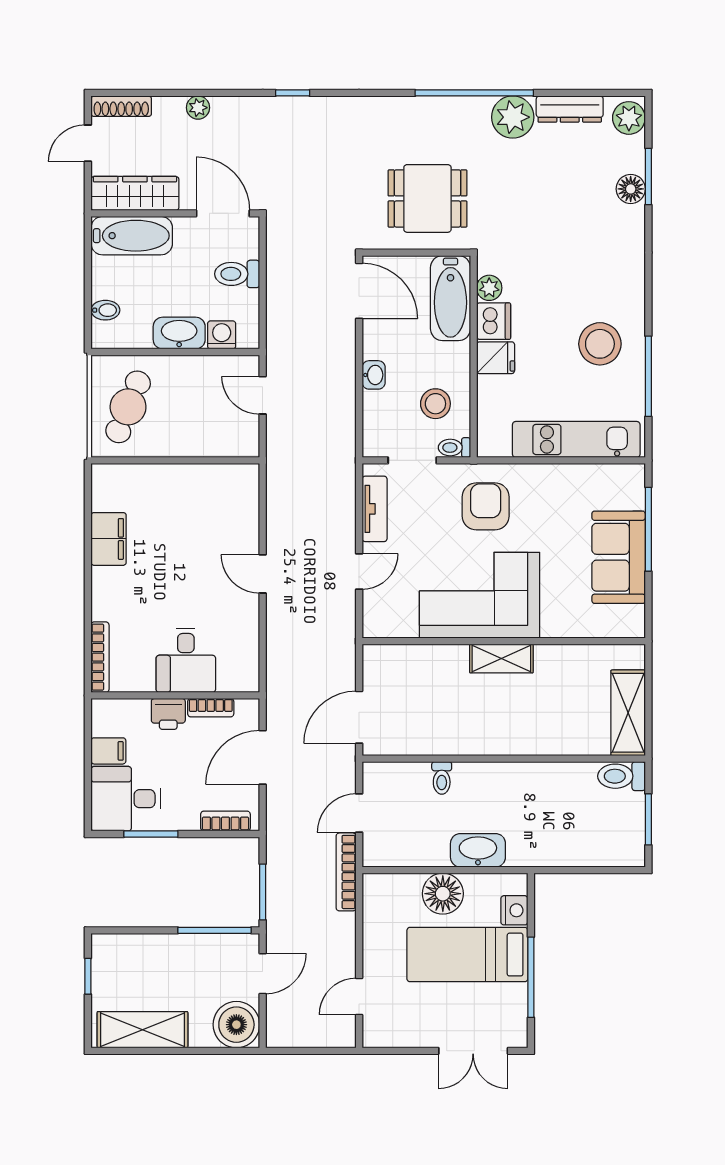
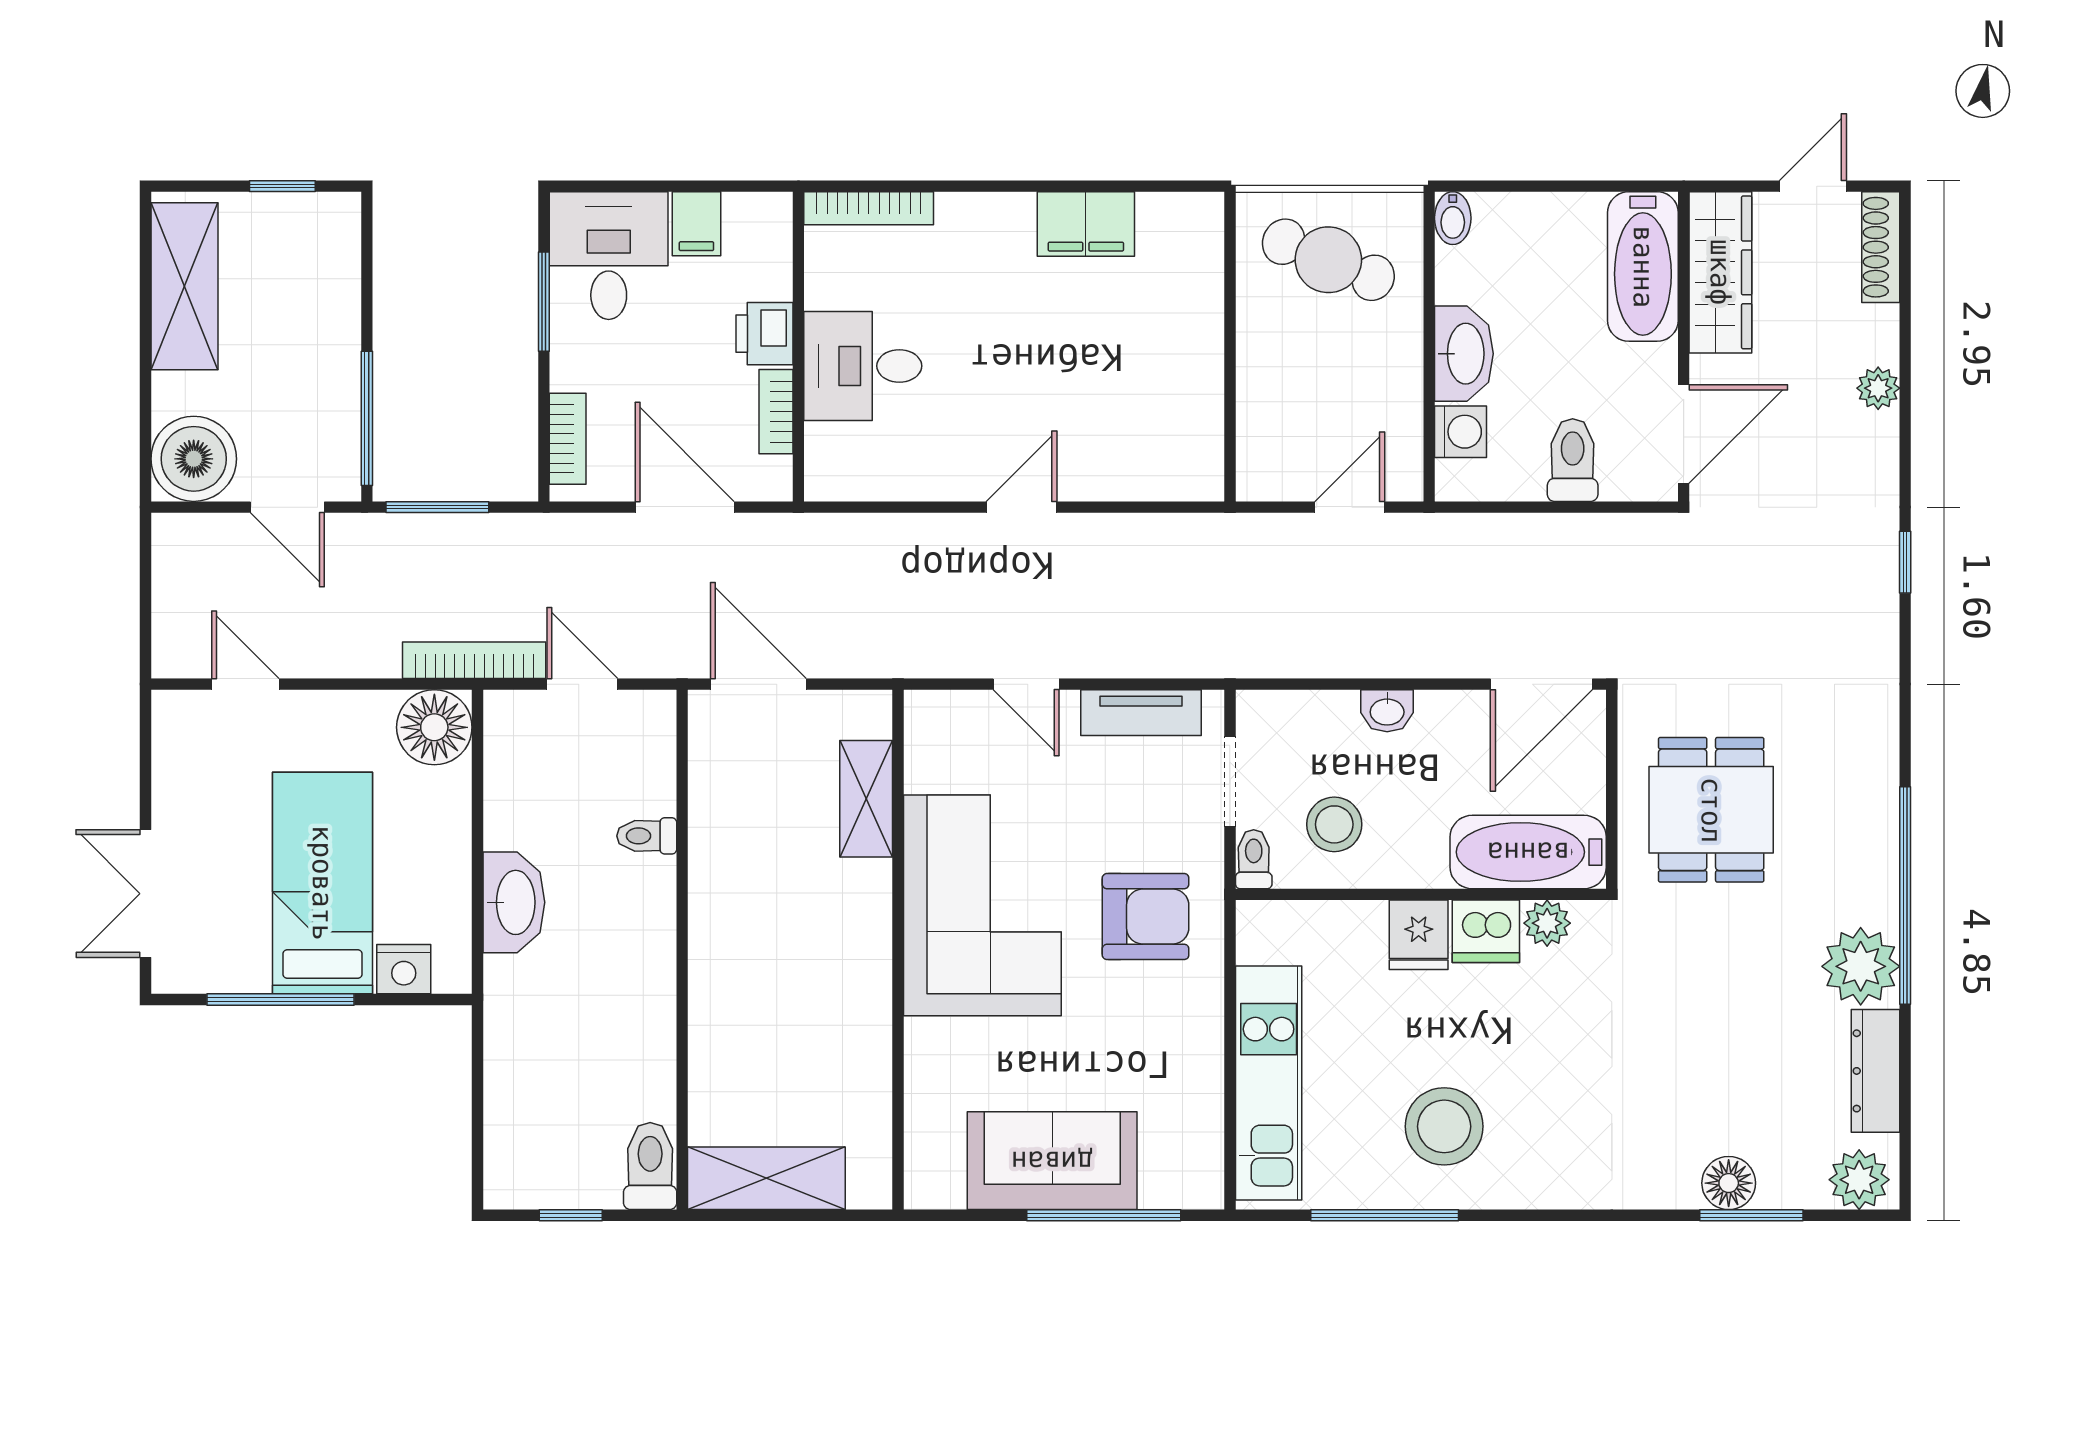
door: (88, 143) -> (1813, 186), hinge flipped
bidet: (105, 310) -> (1453, 218), moved
shelving: (501, 659) -> (866, 799), moved
window: (648, 819) -> (571, 1215), width x0.67
floor lamp: (443, 894) -> (434, 727), moved

